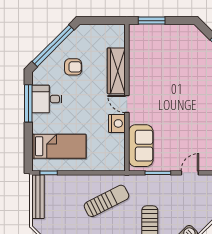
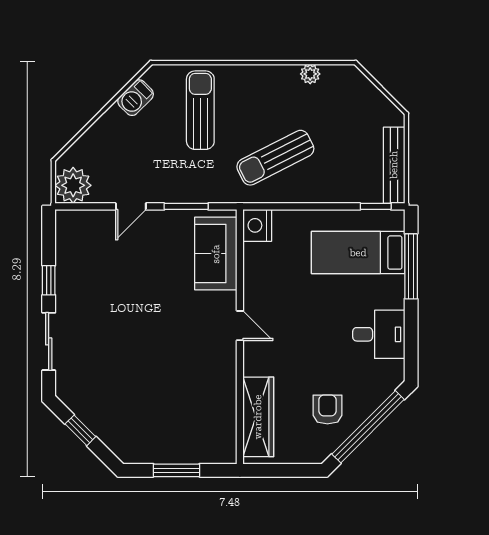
window: (152, 21) -> (176, 470), moved
armchair: (73, 67) -> (327, 409), moved, turned 90
wardrobe: (116, 71) -> (258, 417), moved
window: (28, 103) -> (411, 266), moved
nightstand: (117, 123) -> (257, 225), moved

